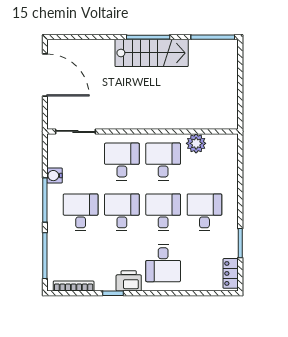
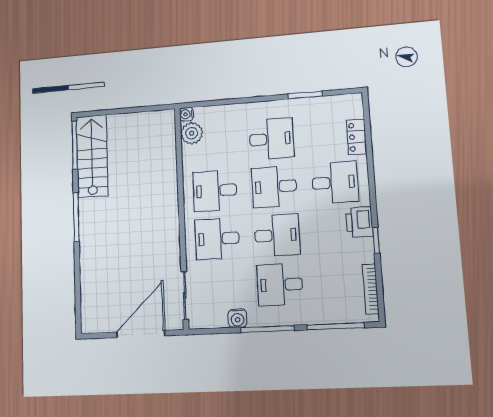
stairs: (152, 53) -> (92, 156), moved
door: (45, 75) -> (141, 334), moved
water cooler: (232, 140) -> (186, 114), added
plant: (196, 143) -> (192, 133), moved
desk: (122, 212) -> (277, 235), turned 180
desk: (204, 212) -> (271, 139), turned 180
locker: (231, 273) -> (357, 137), moved, turned 90

